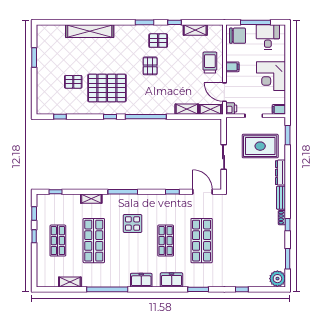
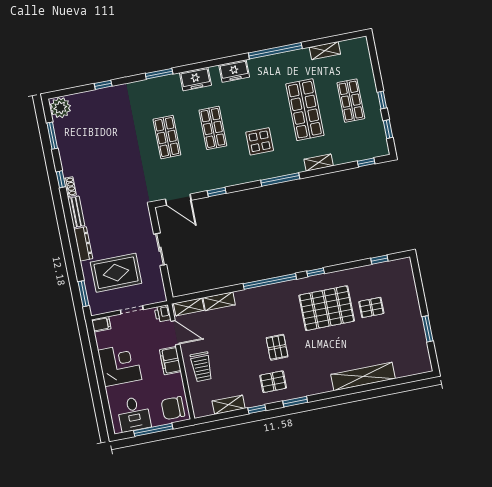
filing cabinet: (232, 67) -> (170, 361), width x2.00
shop shelf: (202, 241) -> (167, 137), width x0.70, depth x0.74

